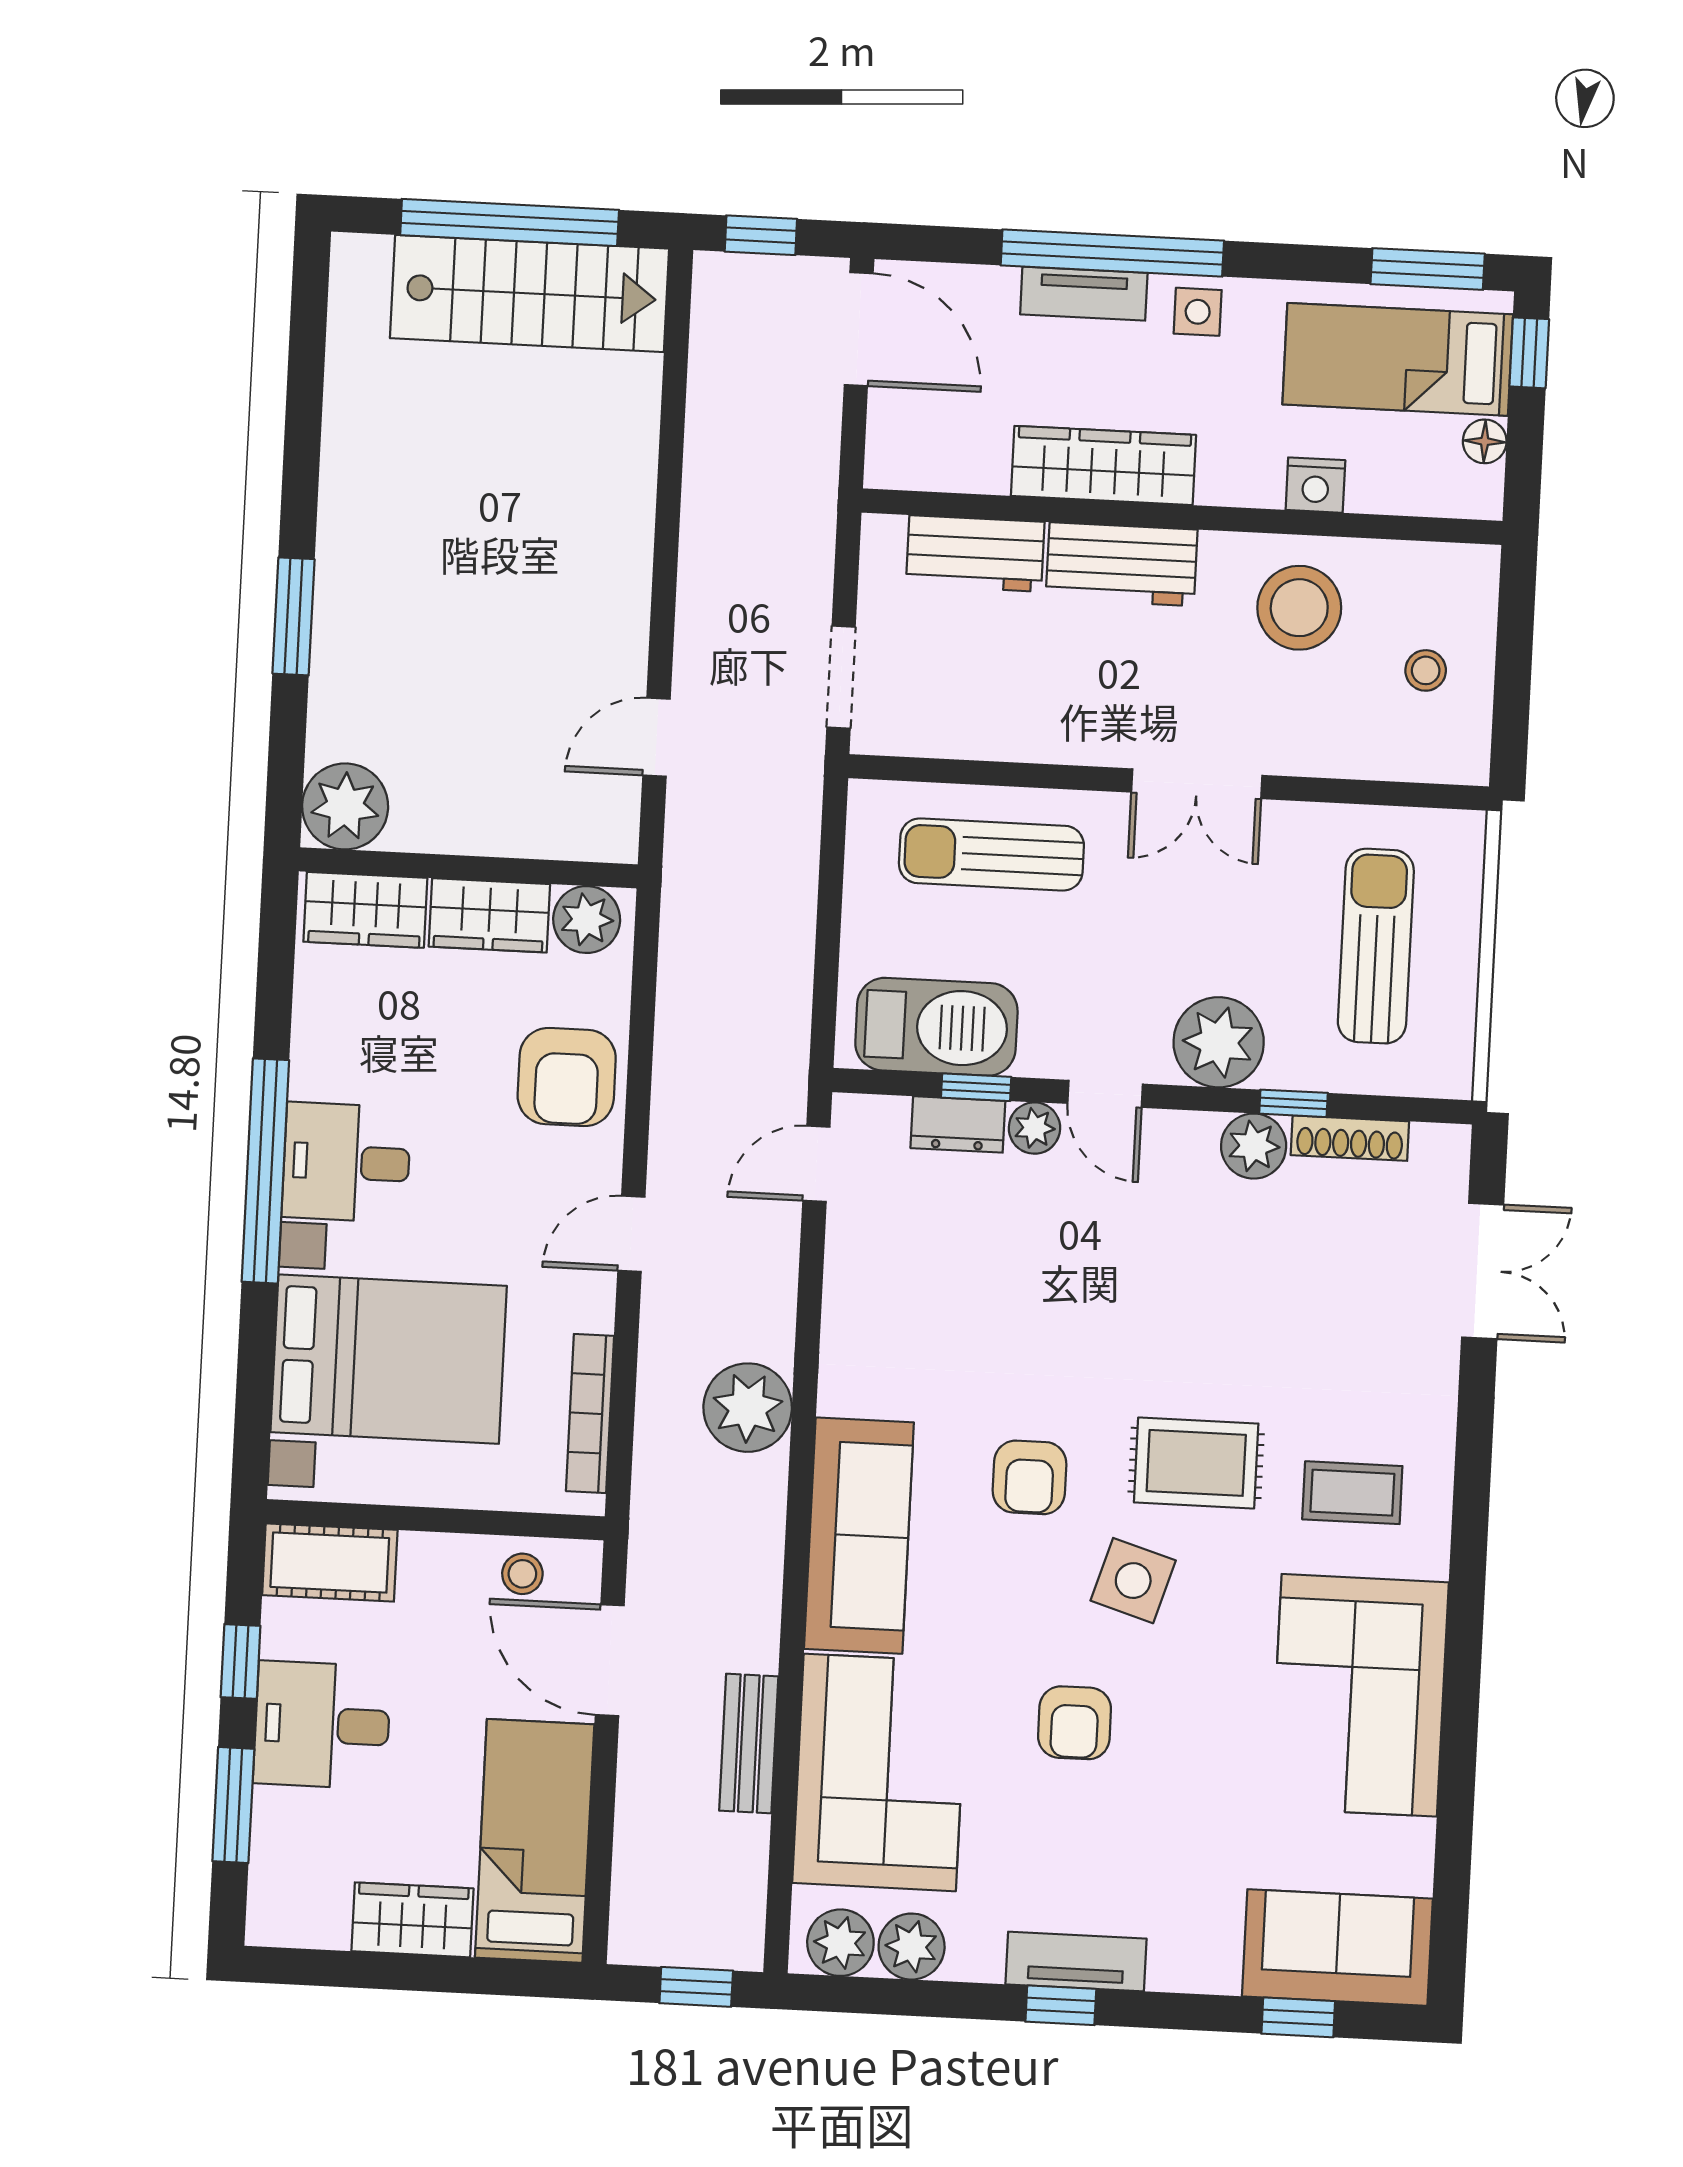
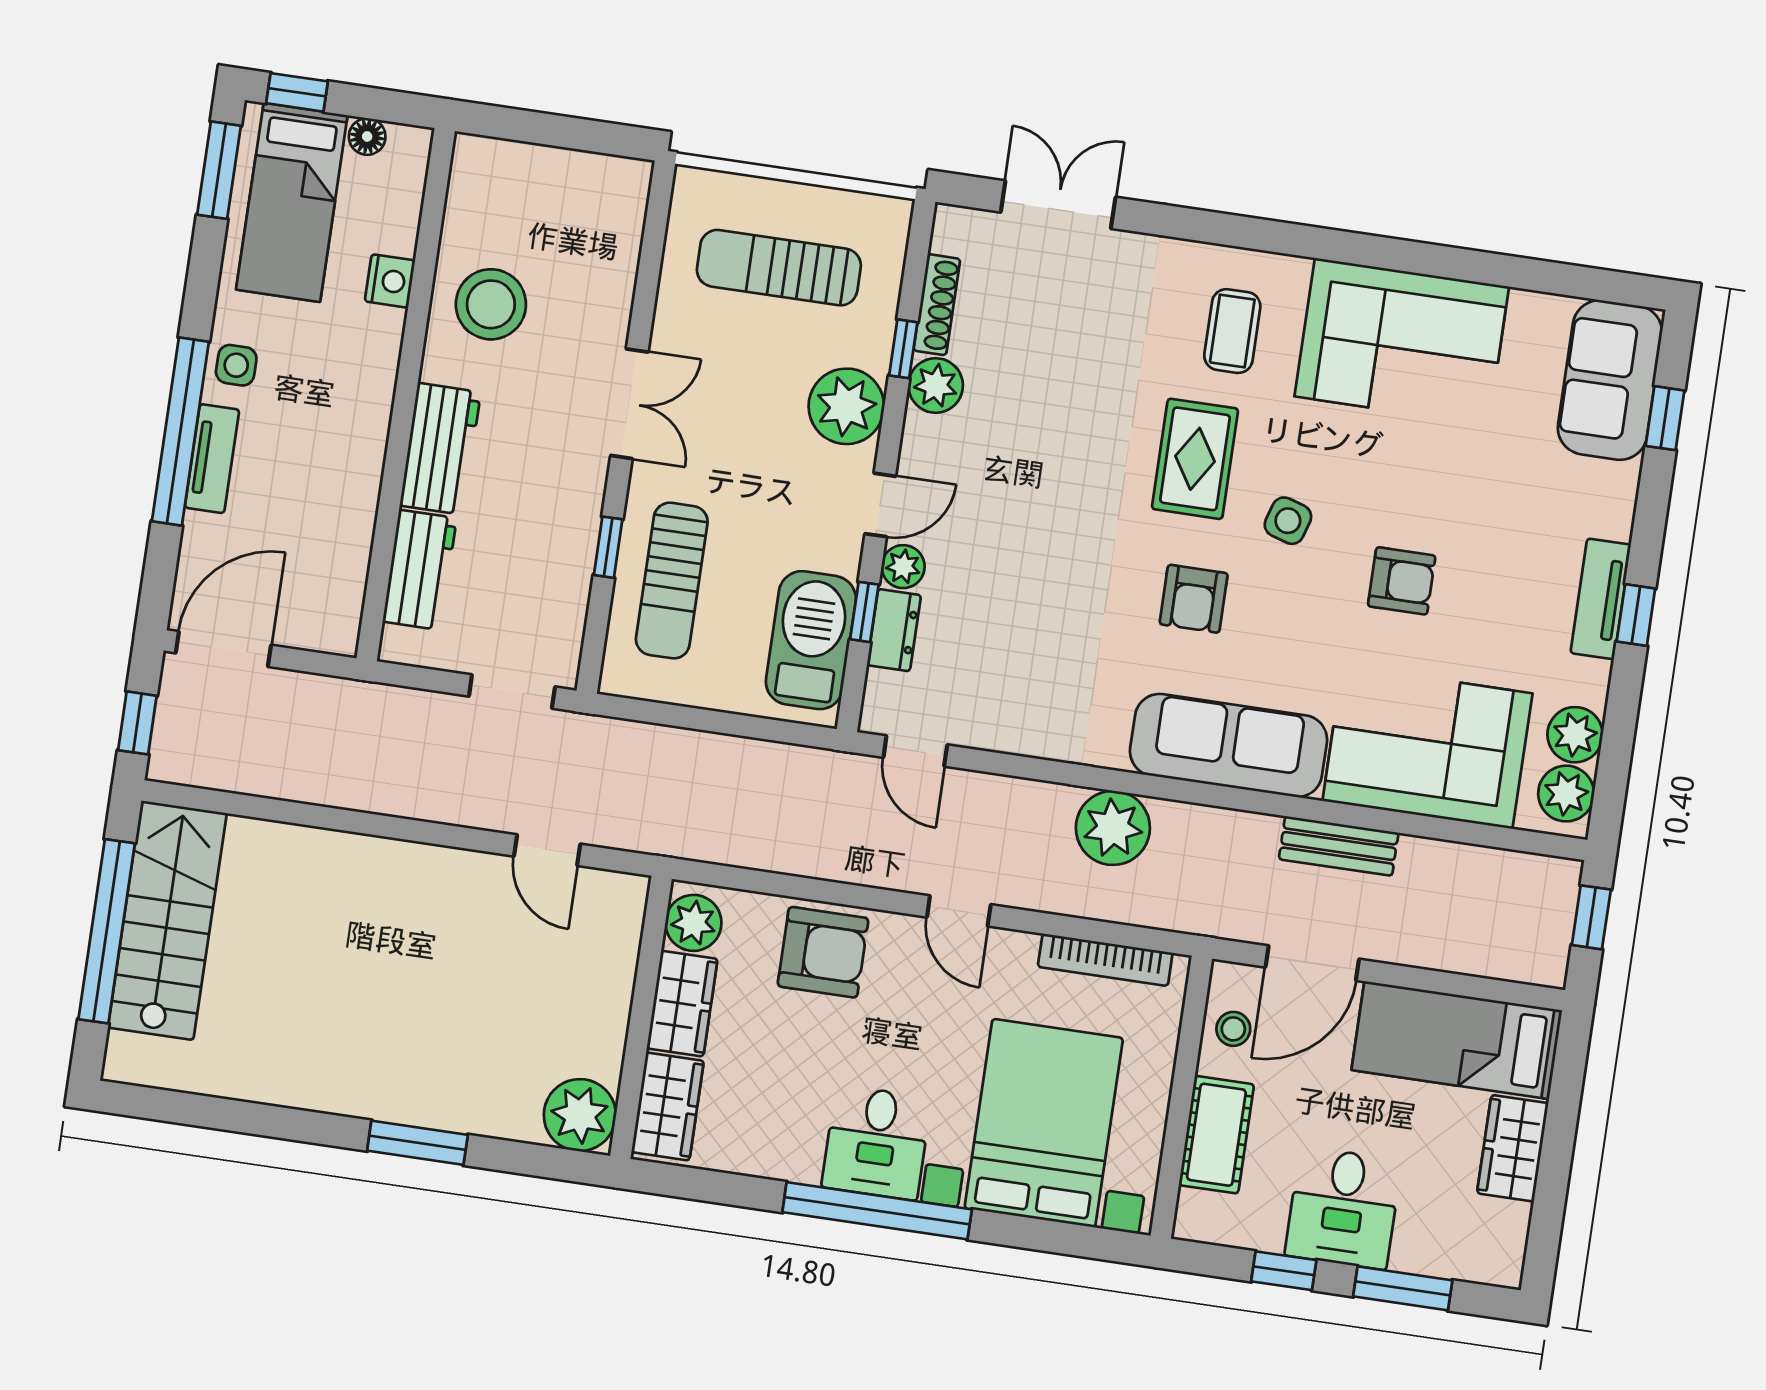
wardrobe: (1104, 465) -> (357, 456), removed
stool: (1426, 670) -> (553, 204), removed
window: (1024, 775) -> (608, 547), added
armchair: (1030, 1477) -> (1194, 599), turned 90
cot: (330, 1563) -> (1216, 1135), moved
side table: (1133, 1581) -> (1288, 521), width x0.73, depth x0.73
bench: (749, 1744) -> (1339, 846), moved

